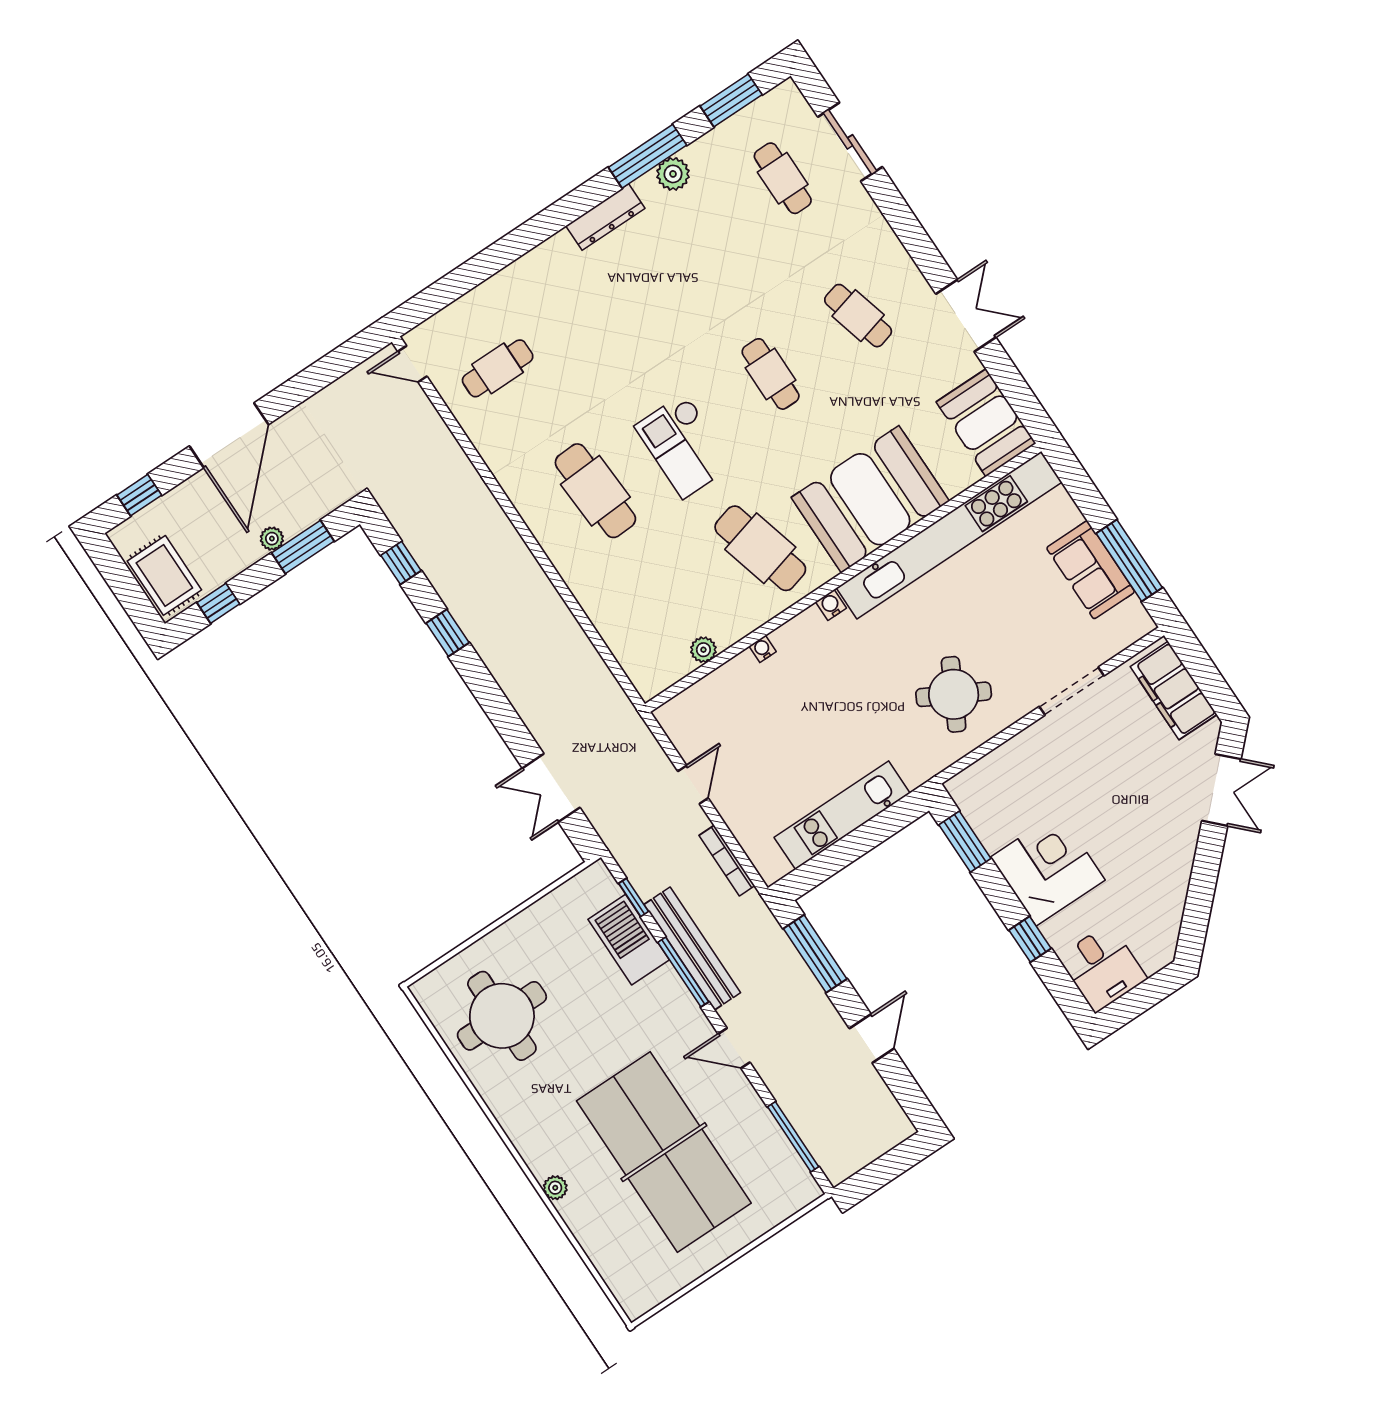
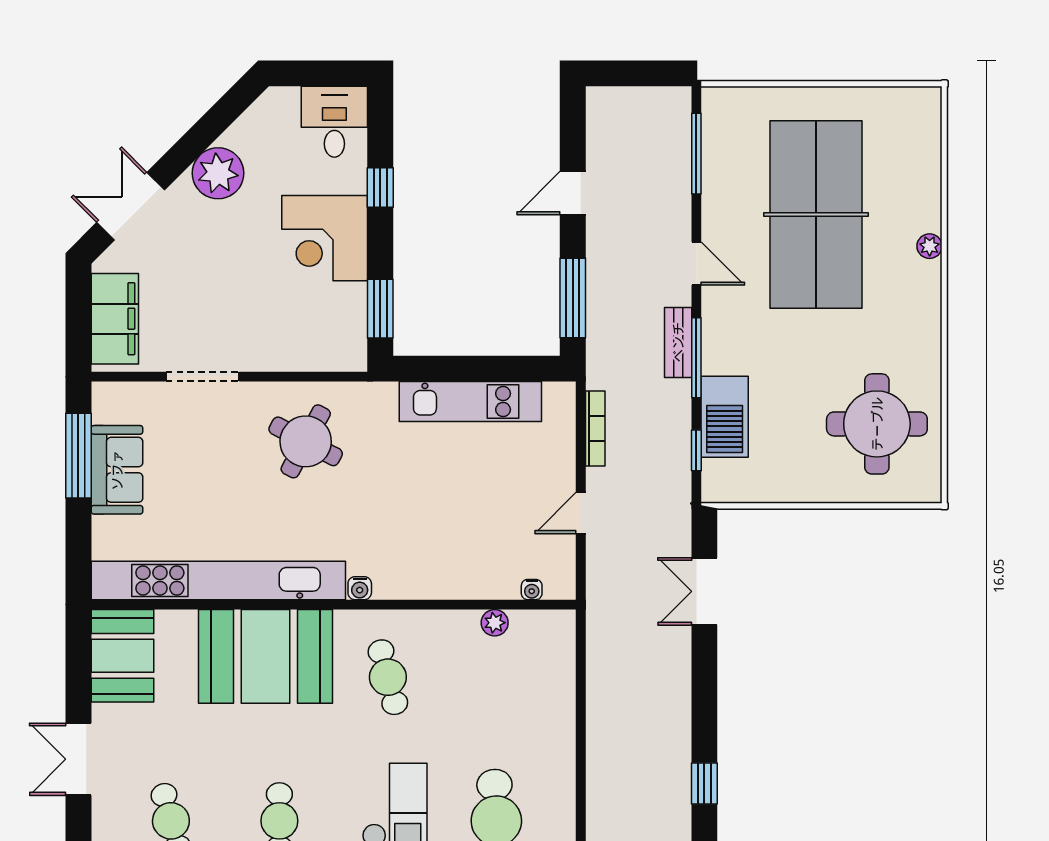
cafe table: (760, 548) -> (388, 677), width x0.73, depth x0.74
water cooler: (763, 649) -> (532, 590), moved
double door: (551, 788) -> (704, 591), swing flipped
plant: (1169, 864) -> (218, 173), added
bench: (692, 949) -> (678, 342), width x0.54, depth x0.82

